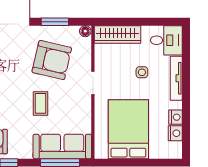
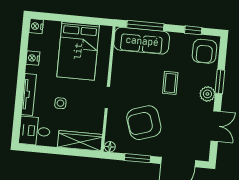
armchair: (52, 60) -> (144, 123), turned -31
coffee table: (40, 103) -> (170, 83), moved
nightstand: (175, 133) -> (36, 26), moved

